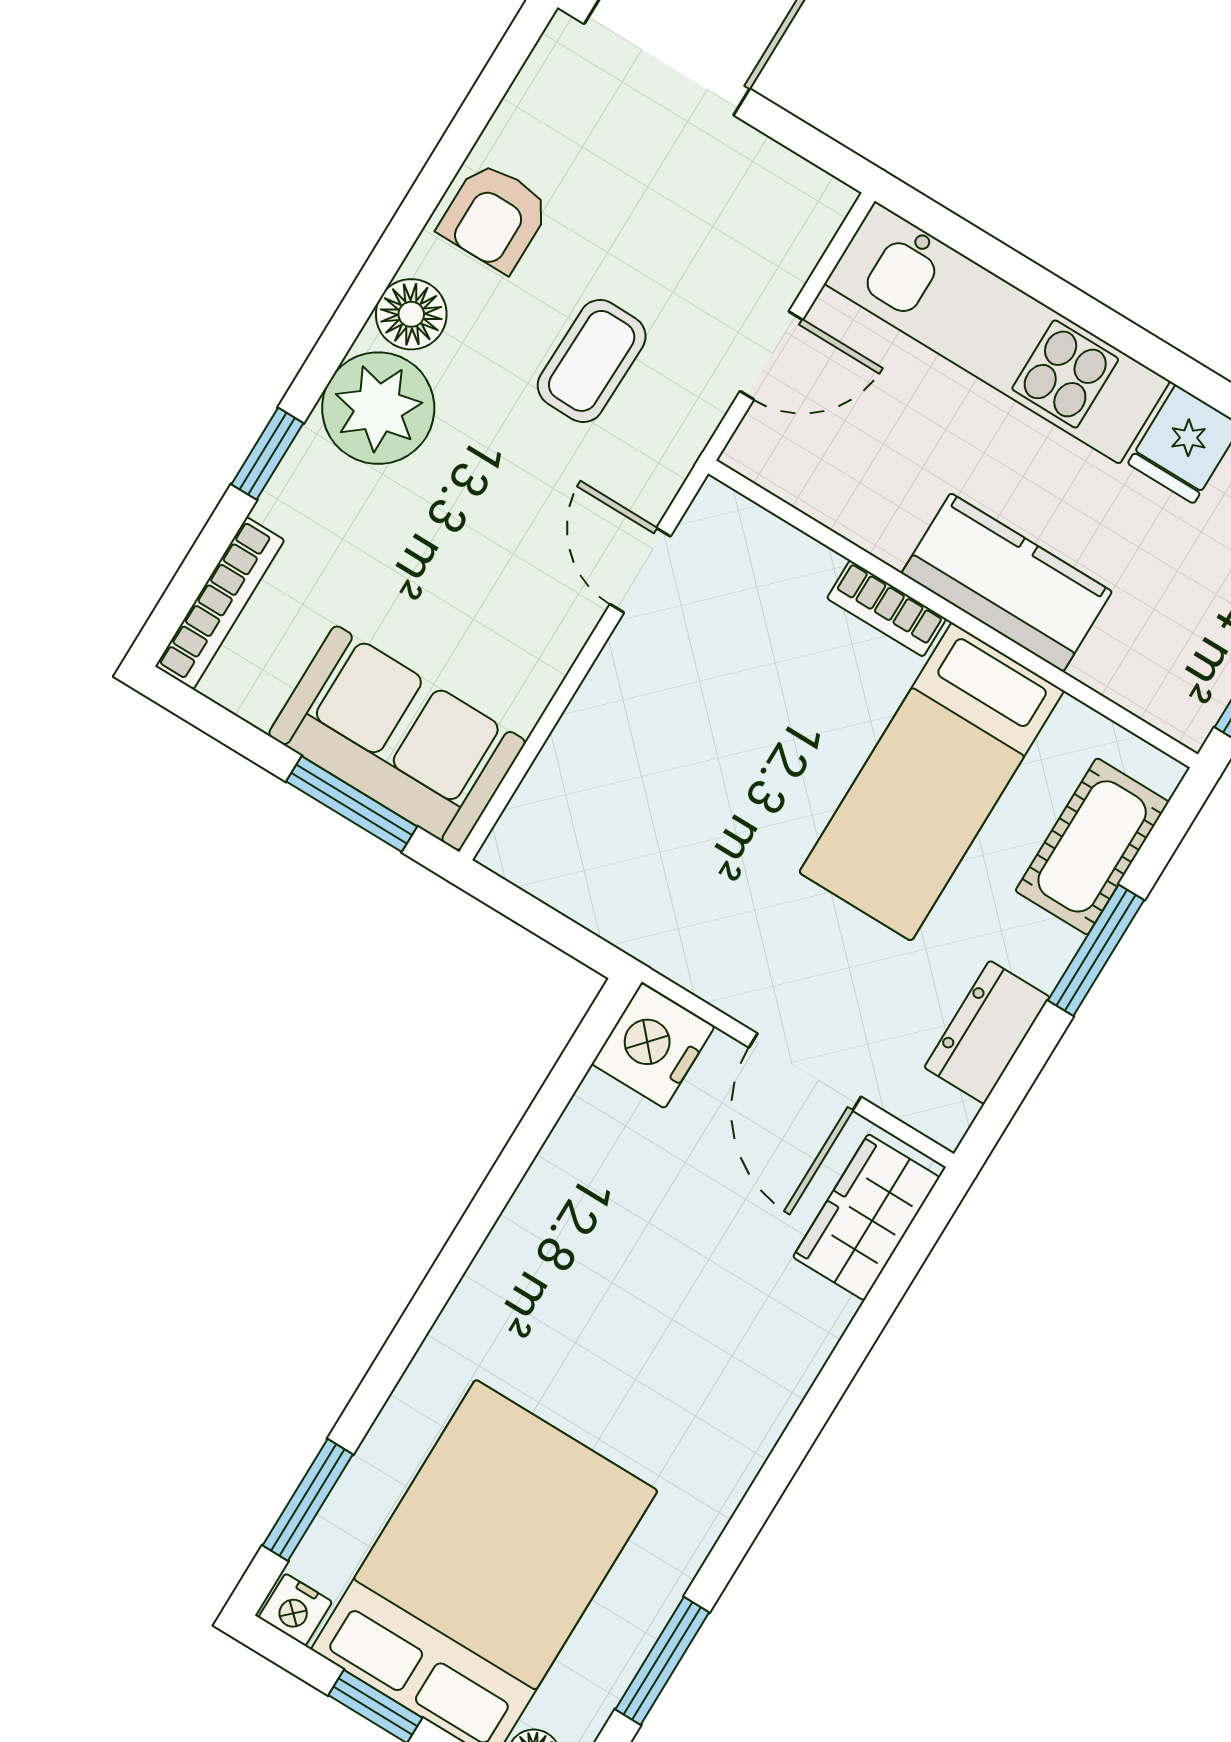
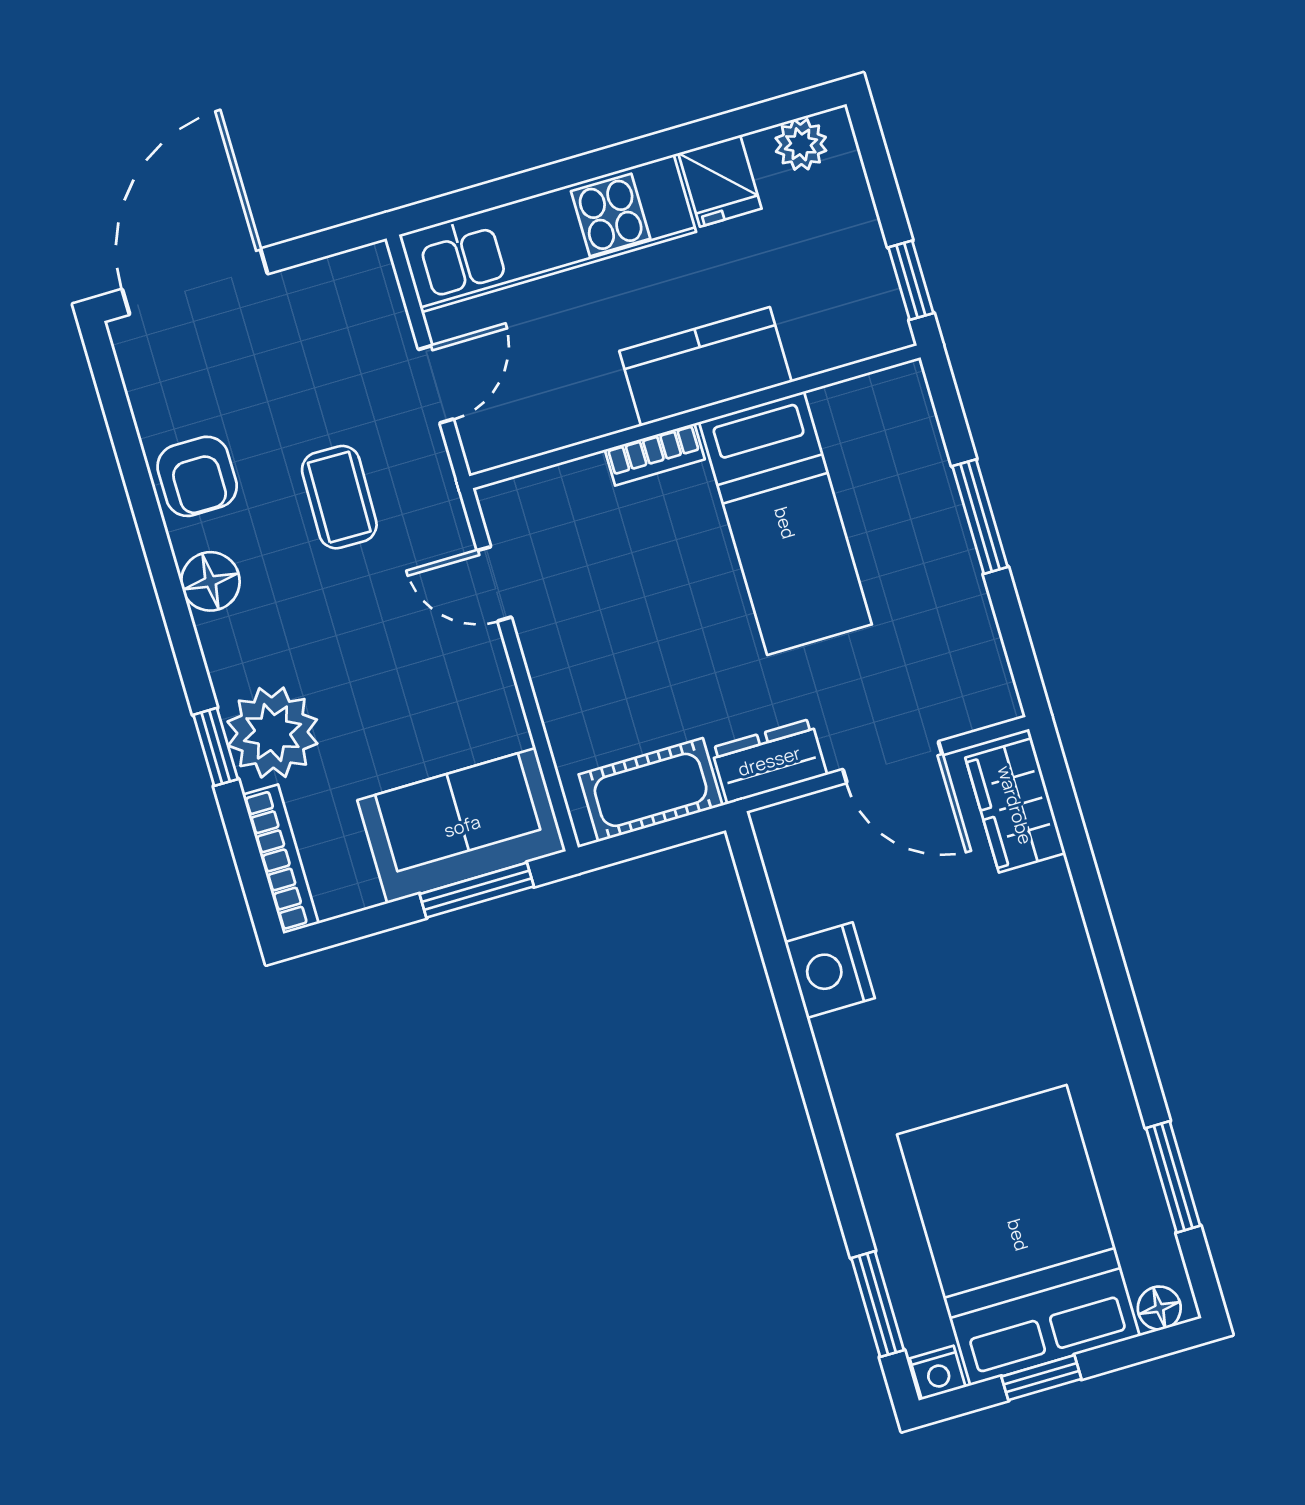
plant: (378, 408) -> (272, 733), moved
cot: (1092, 846) -> (651, 790), moved, turned 90
dresser: (987, 1032) -> (769, 761), moved, turned 90
nightstand: (653, 1045) -> (830, 970), moved

